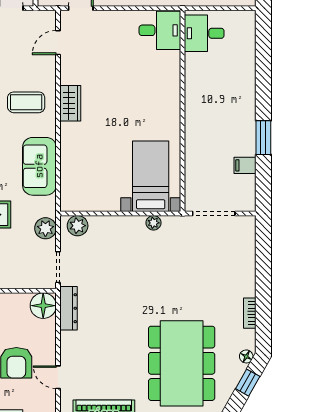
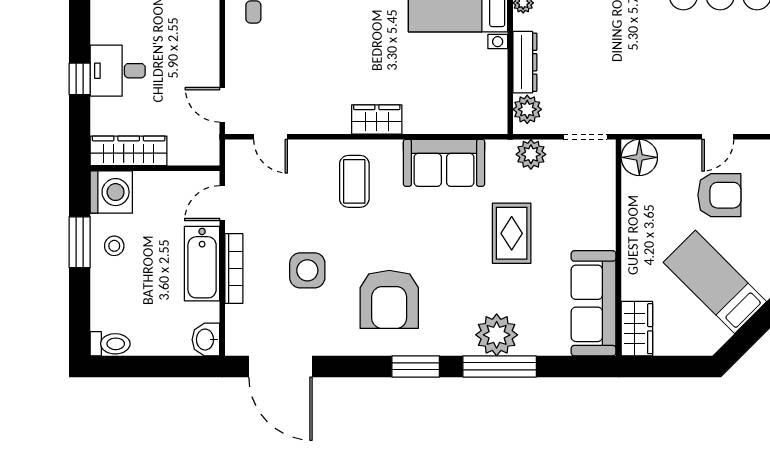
wardrobe: (70, 103) -> (377, 119), moved
dresser: (69, 308) -> (525, 62), moved, turned 90
door: (58, 377) -> (718, 137), moved

